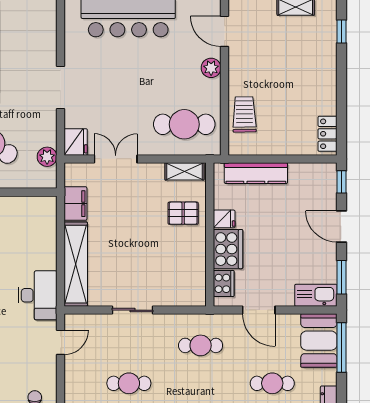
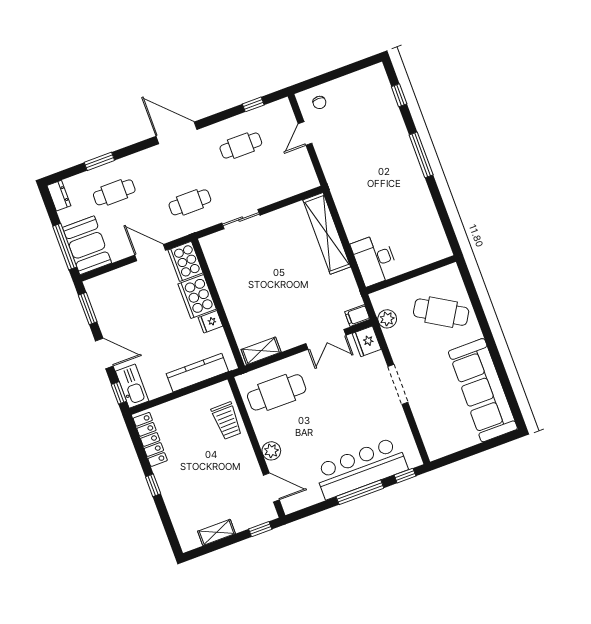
window: (342, 32) -> (153, 485), moved
locker: (327, 134) -> (150, 439), width x1.53
filing cabinet: (75, 204) -> (357, 316), moved, width x0.50
pallet: (183, 213) -> (249, 314), removed
cooker: (224, 283) -> (185, 261), width x1.37, depth x1.31
desk: (38, 295) -> (375, 260), moved
kitchen sink: (316, 295) -> (132, 386), moved, turned -90
sliding door: (133, 310) -> (241, 219), moved
door: (61, 342) -> (305, 134), moved

